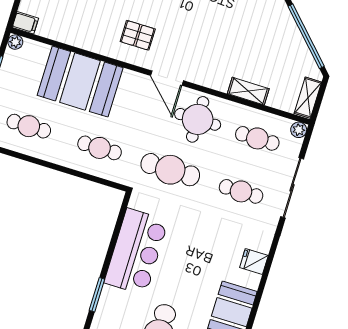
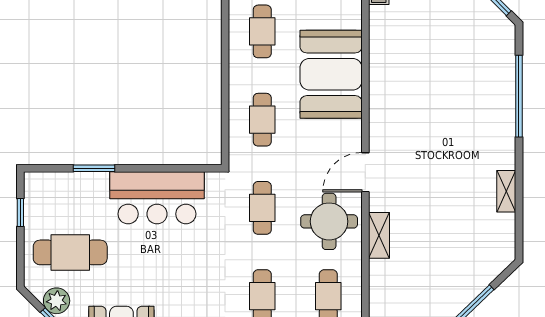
pallet: (138, 35) -> (404, 124), removed
shelving: (248, 91) -> (379, 235), moved
cafe table: (170, 170) -> (262, 208), width x0.73, depth x0.74

